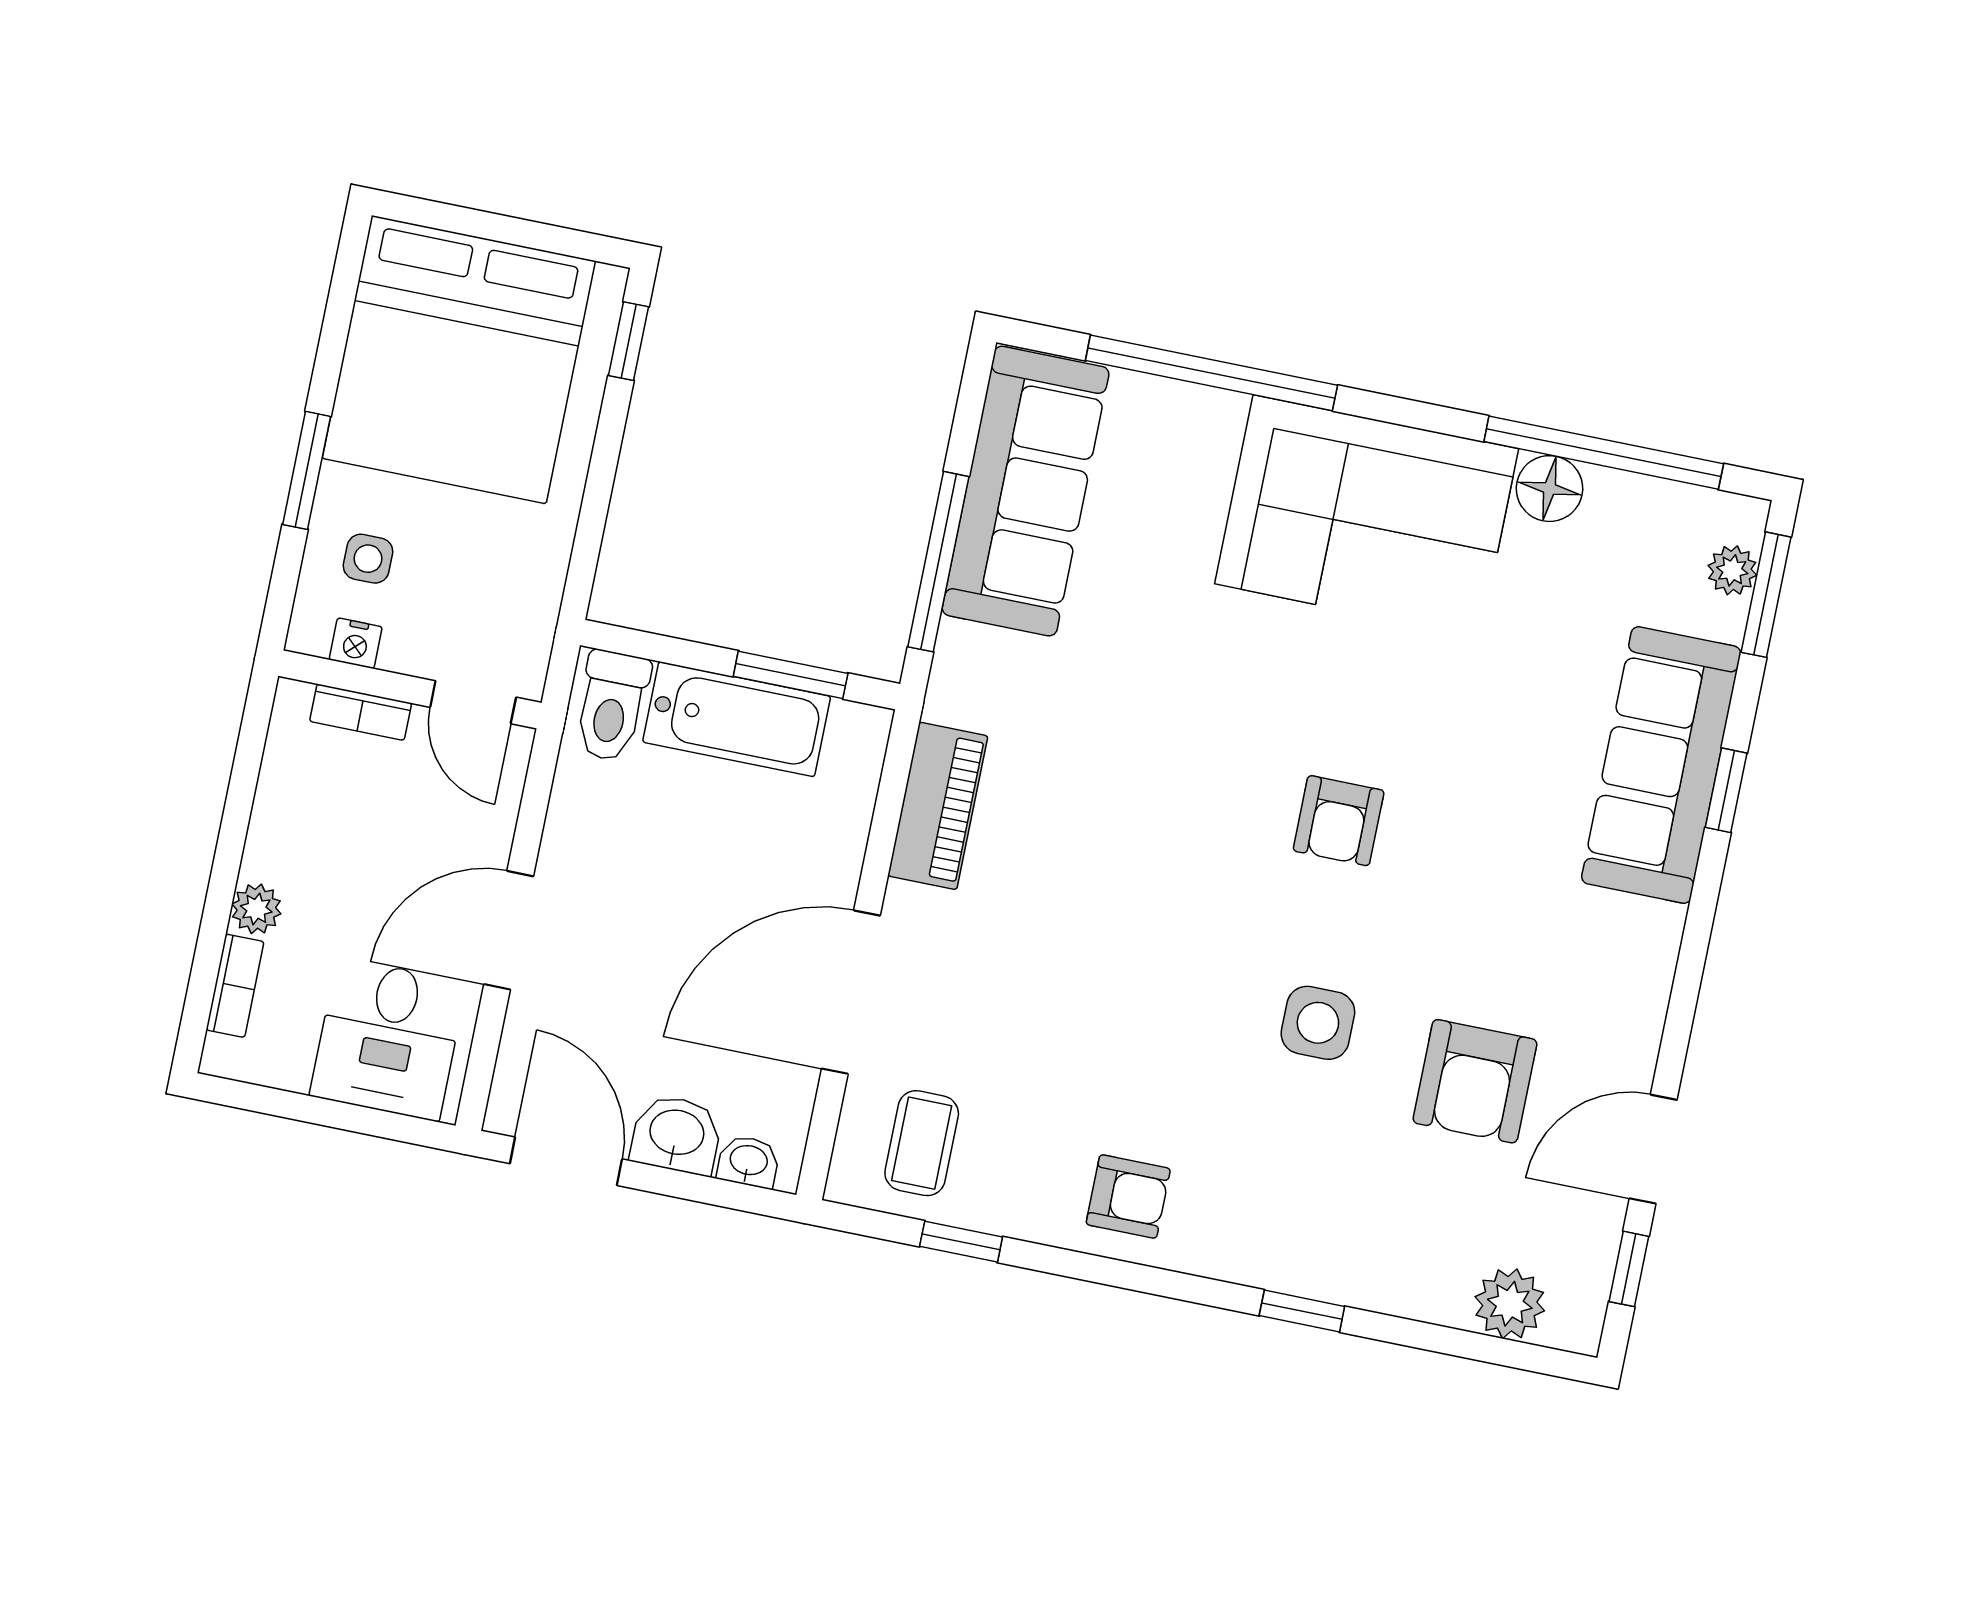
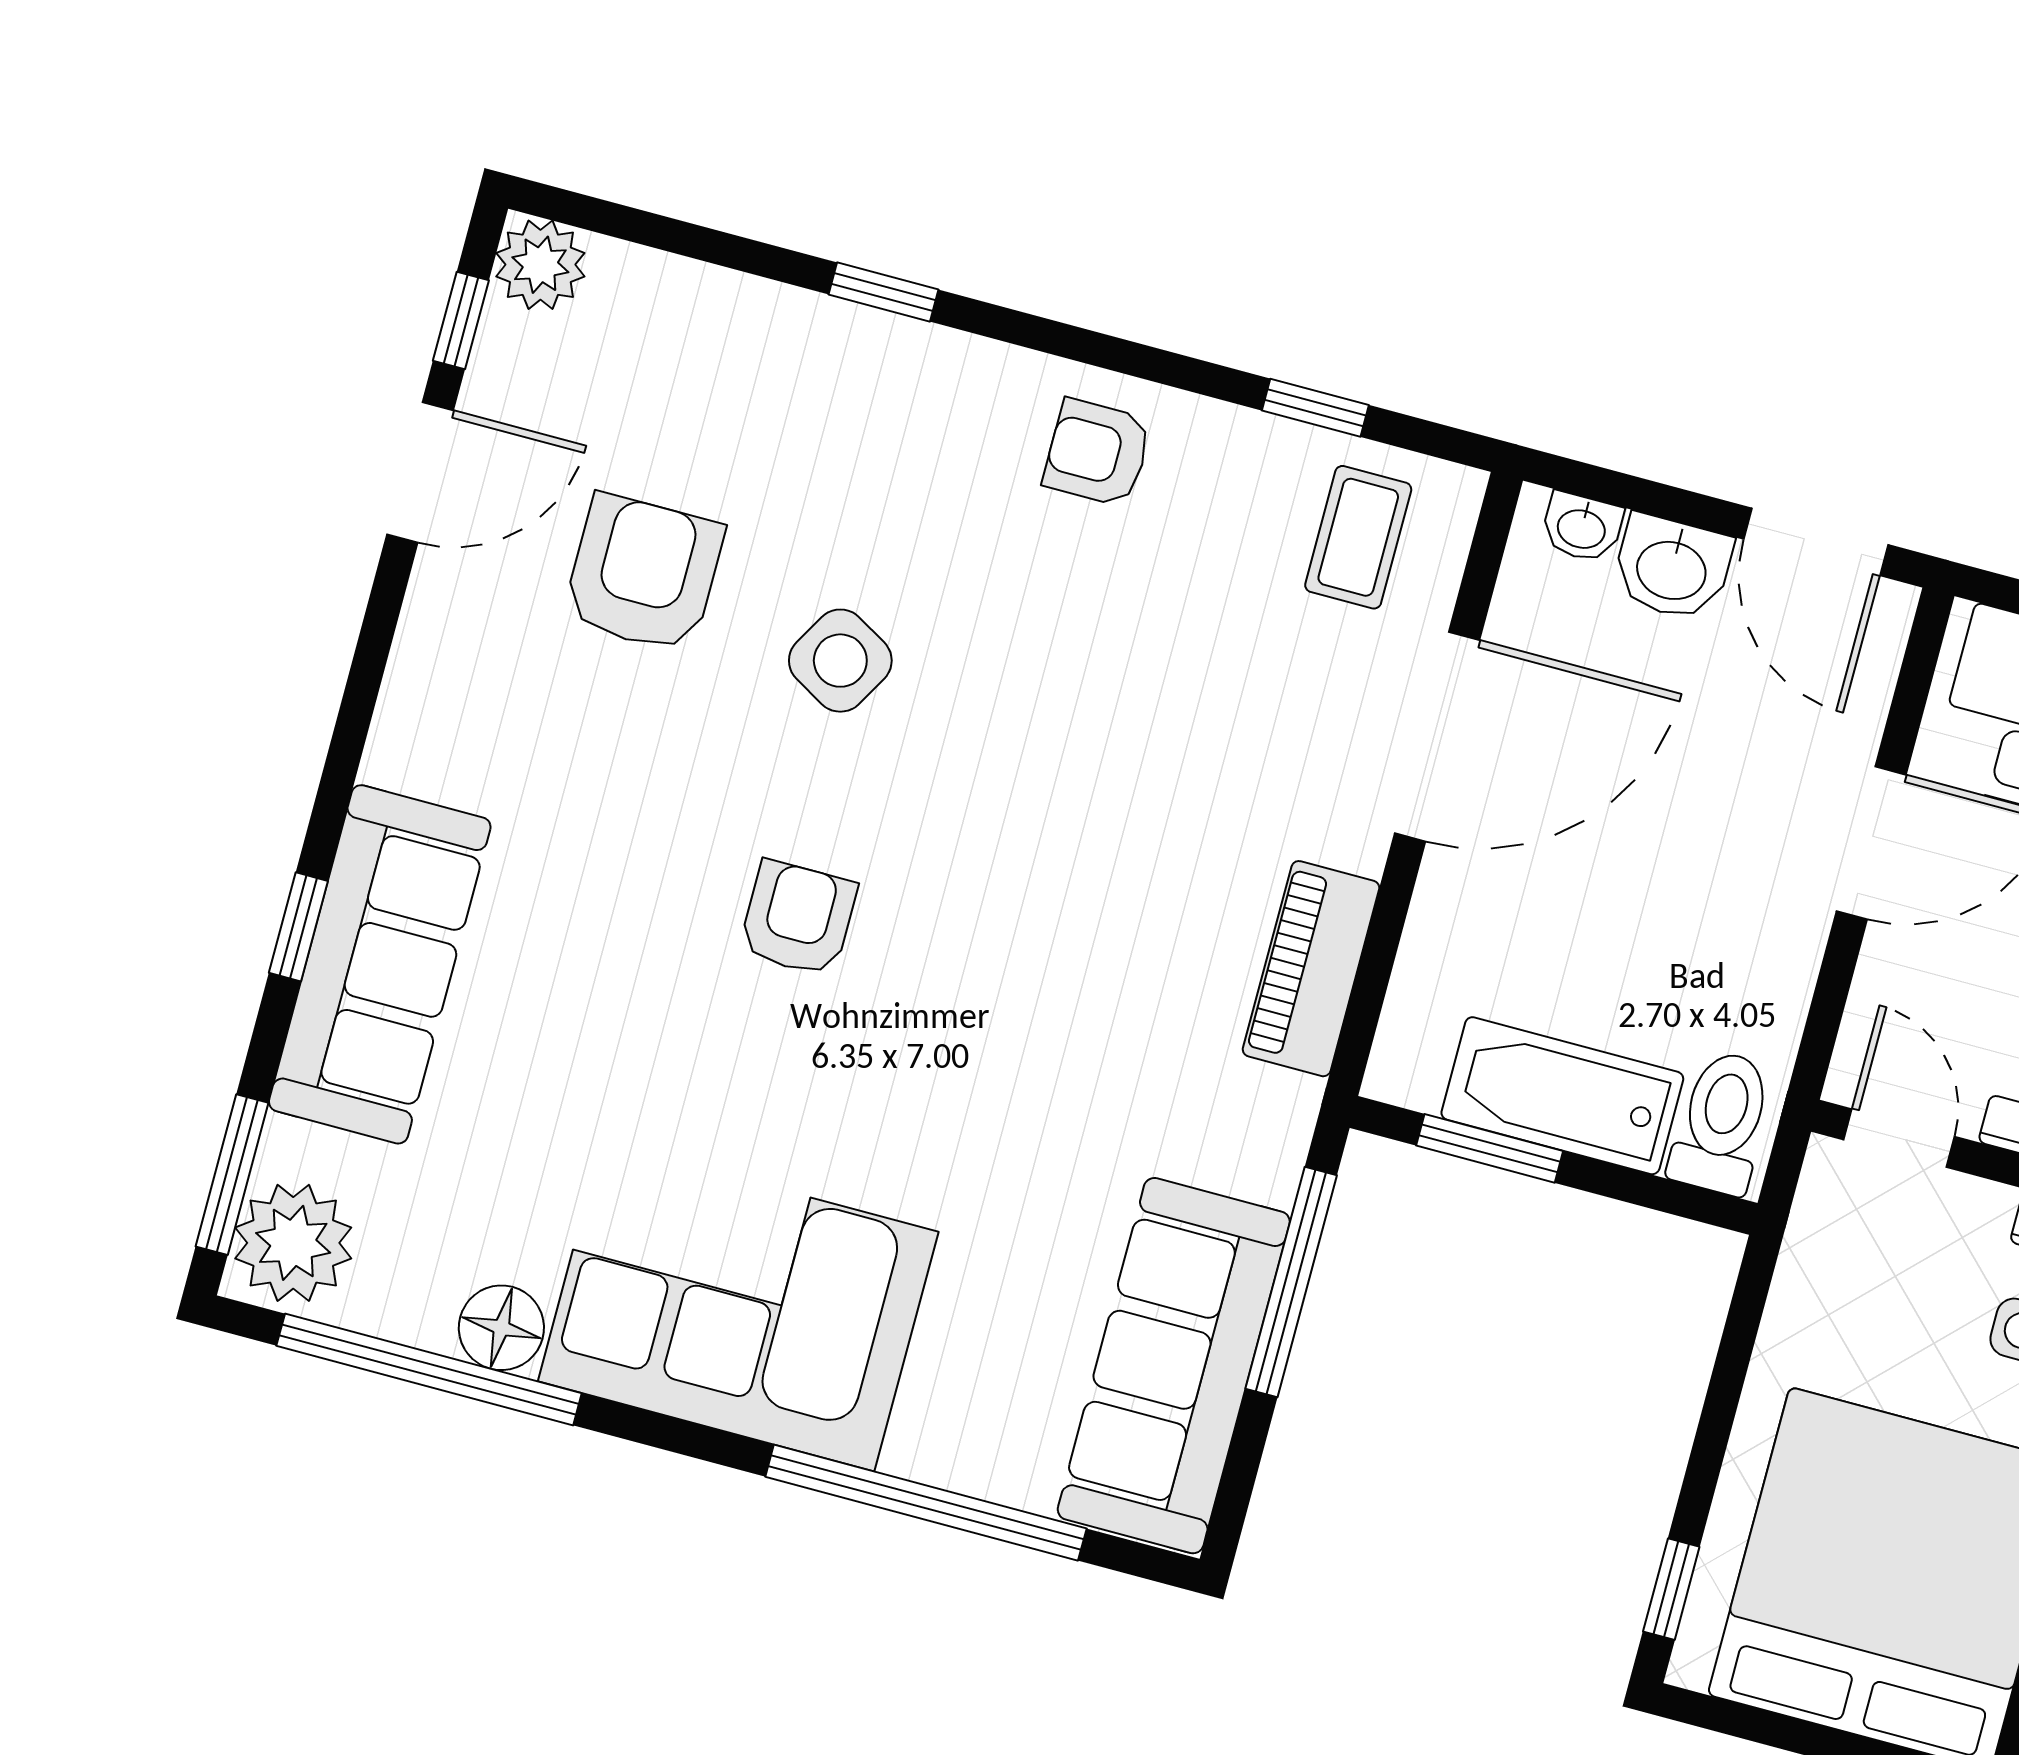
plant: (1732, 570) -> (293, 1243), width x1.88, depth x1.88
side table: (1318, 1023) -> (840, 661), turned 30
plant: (1510, 1304) -> (540, 265), moved

